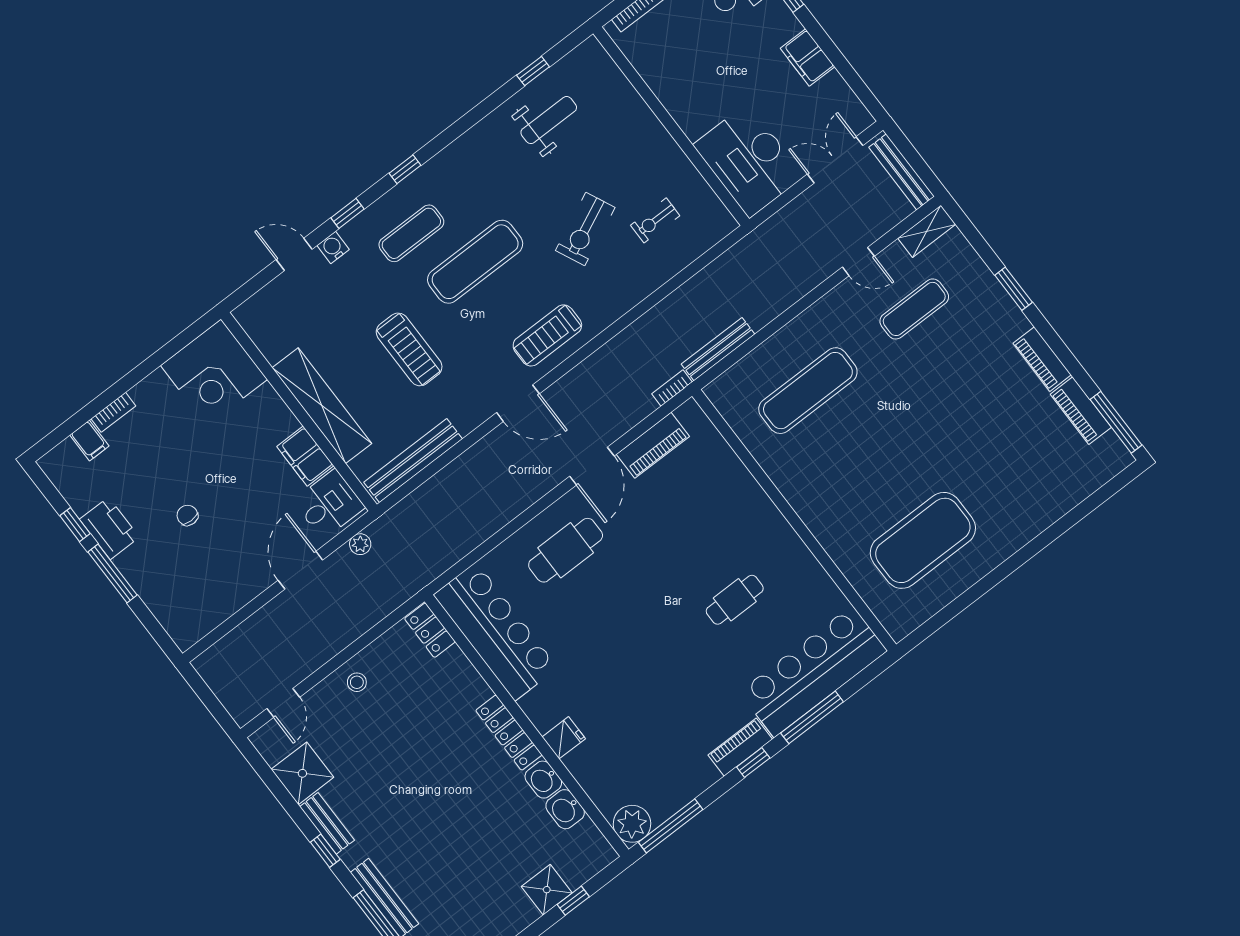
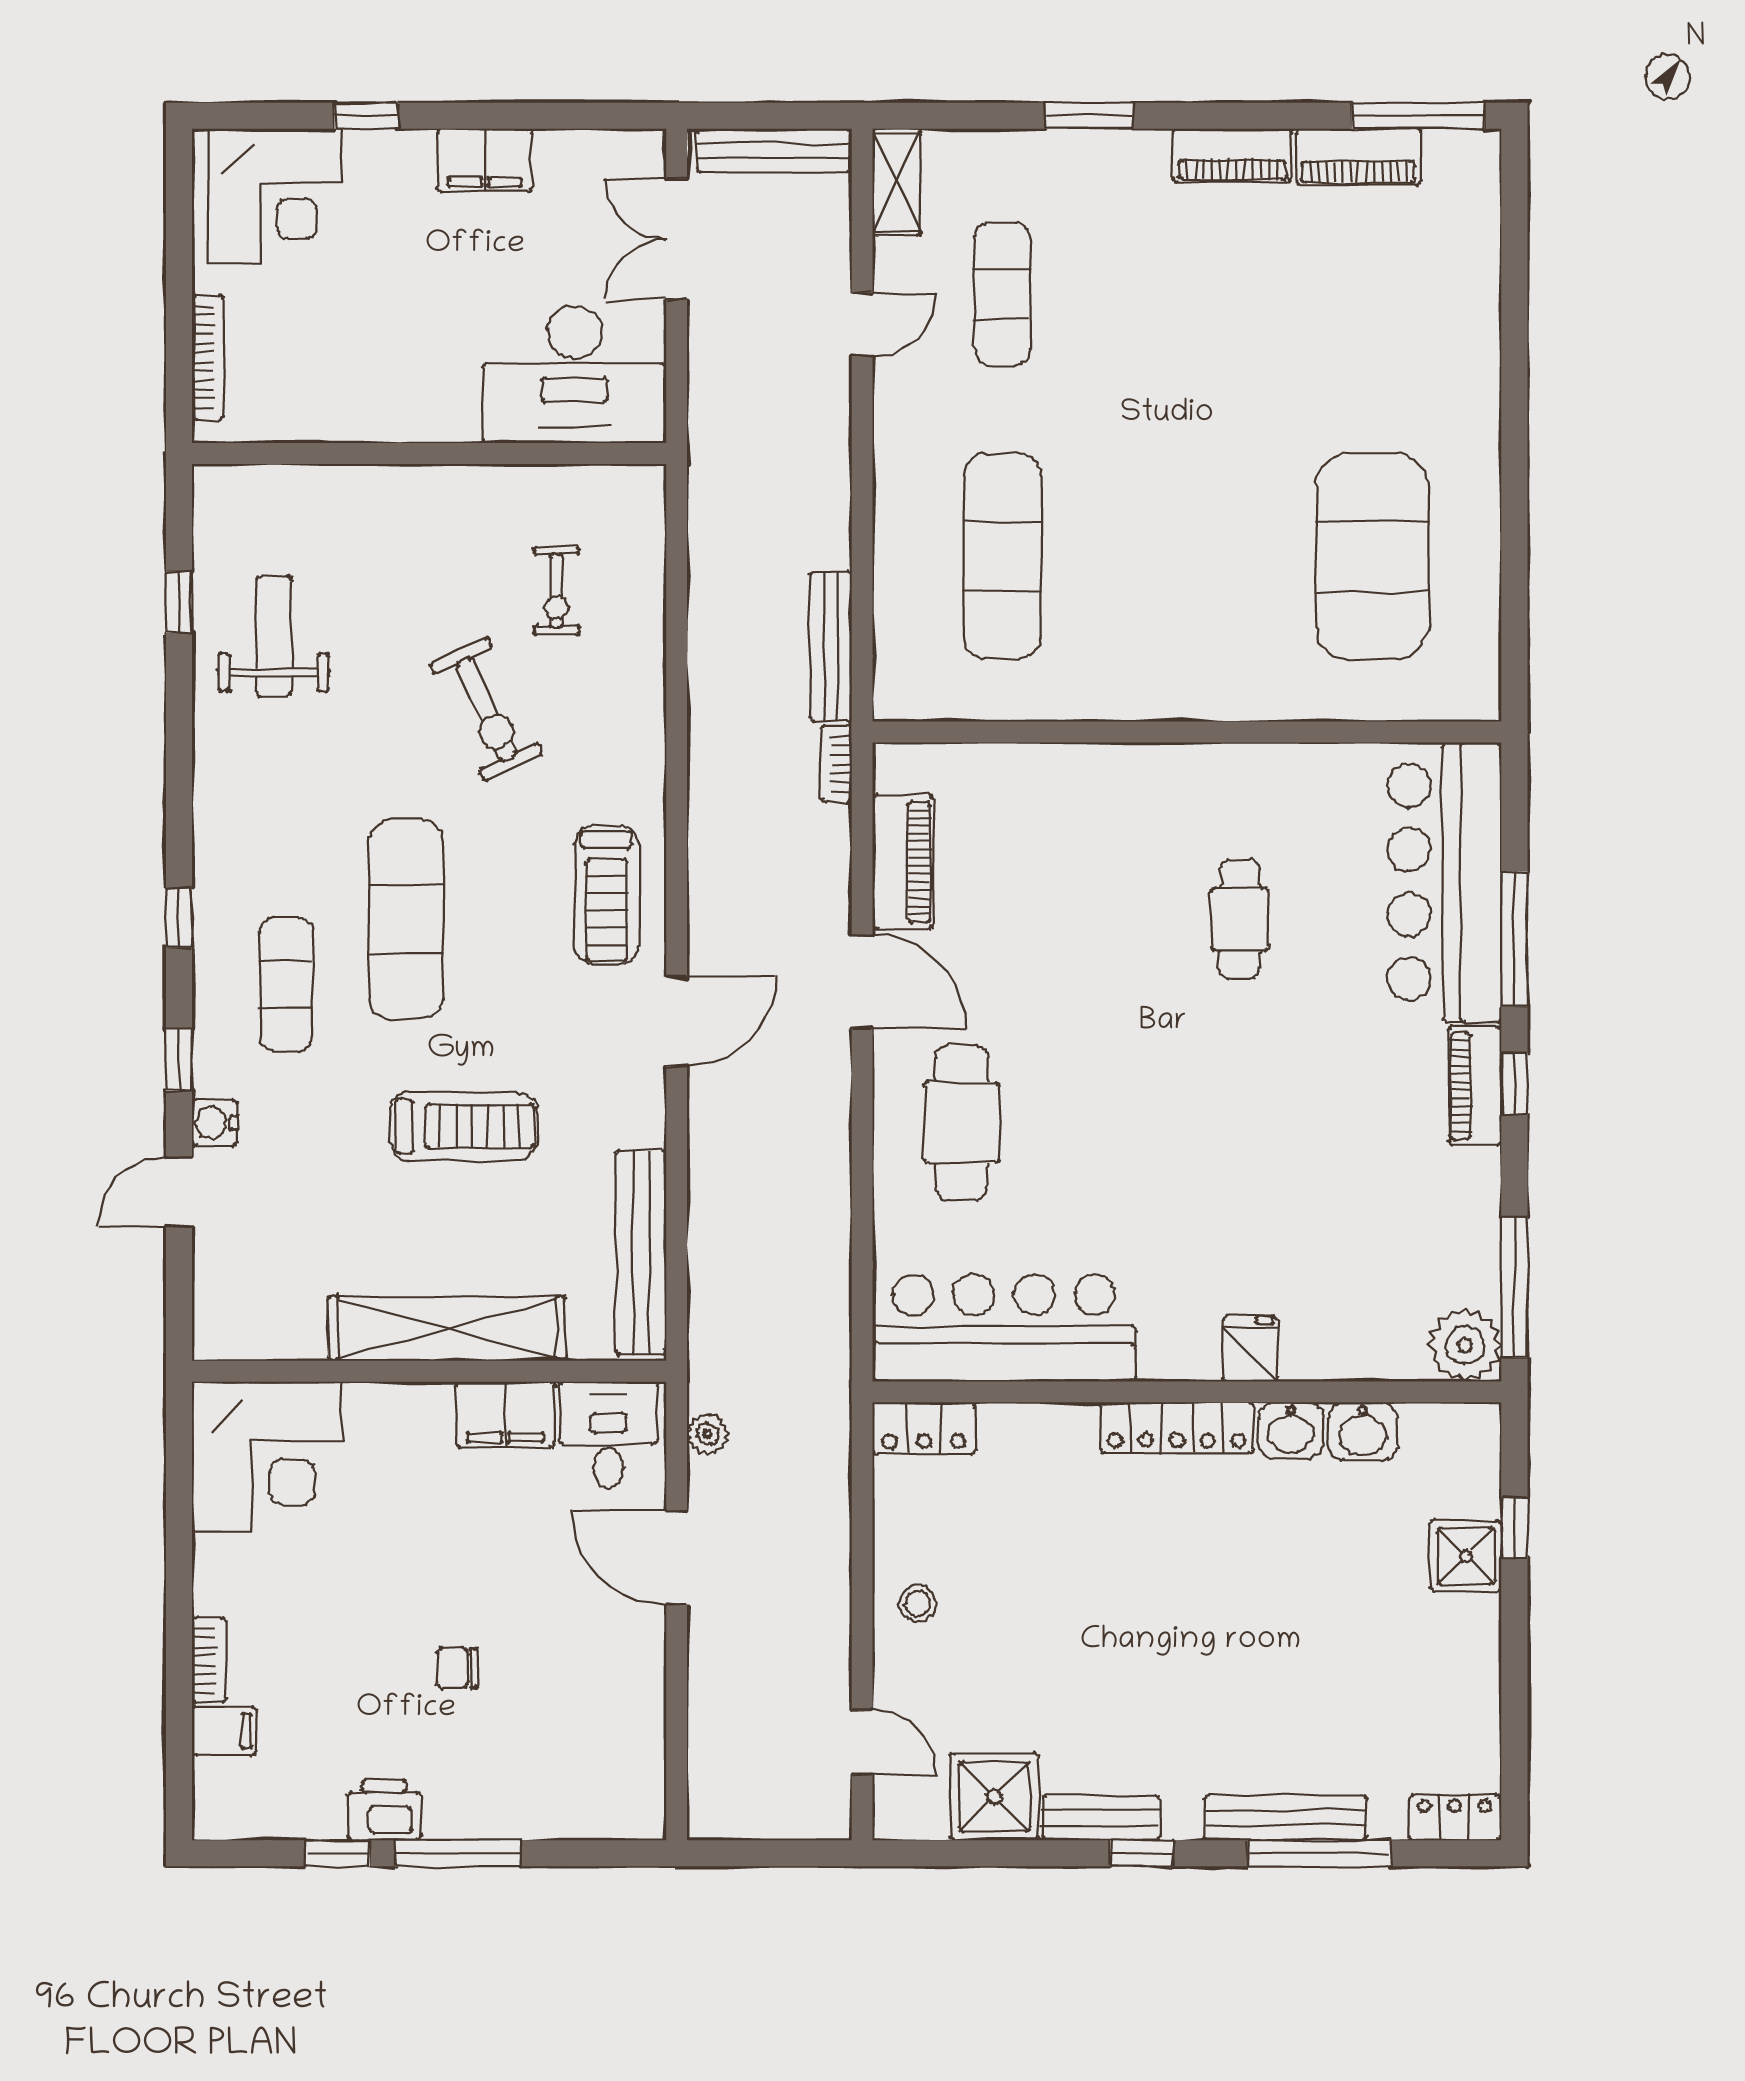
printer: (109, 528) -> (384, 1810), width x0.73, depth x0.84

